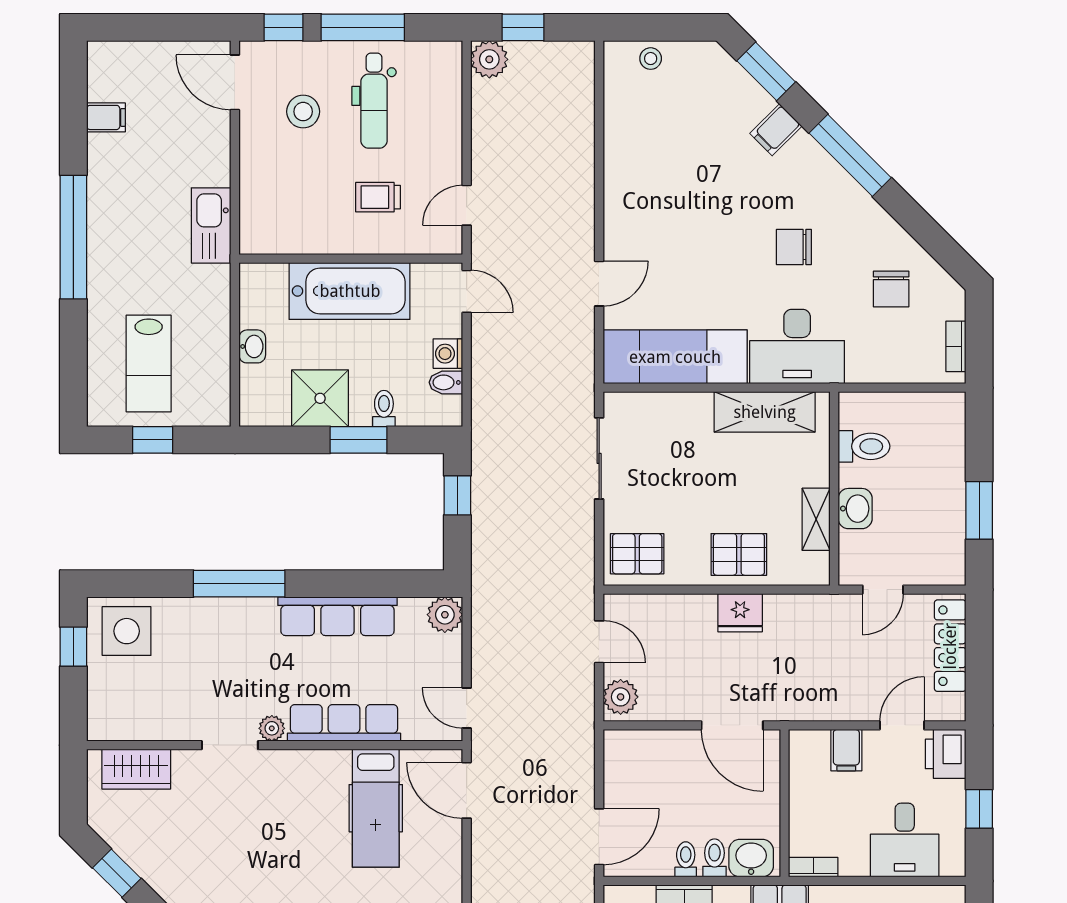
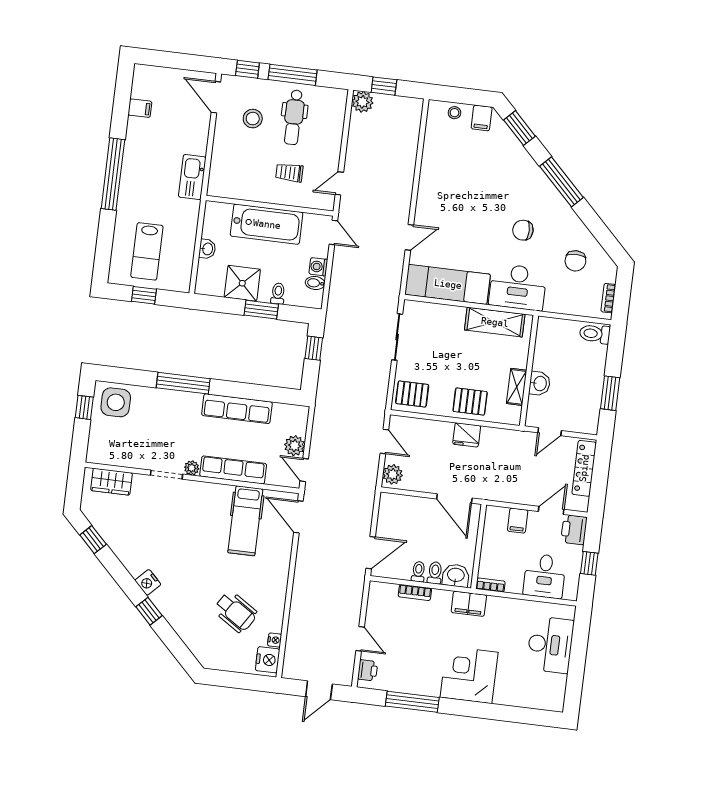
filing cabinet: (776, 130) -> (482, 118), moved, turned -45
toilet: (864, 446) -> (595, 334), moved, turned 180
plant: (445, 615) -> (295, 446), moved

